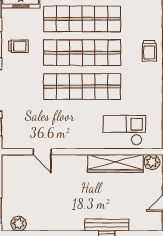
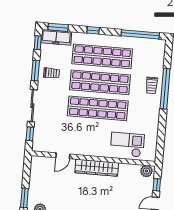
door: (42, 152) -> (63, 156), hinge flipped
wardrobe: (115, 163) -> (97, 168), moved

